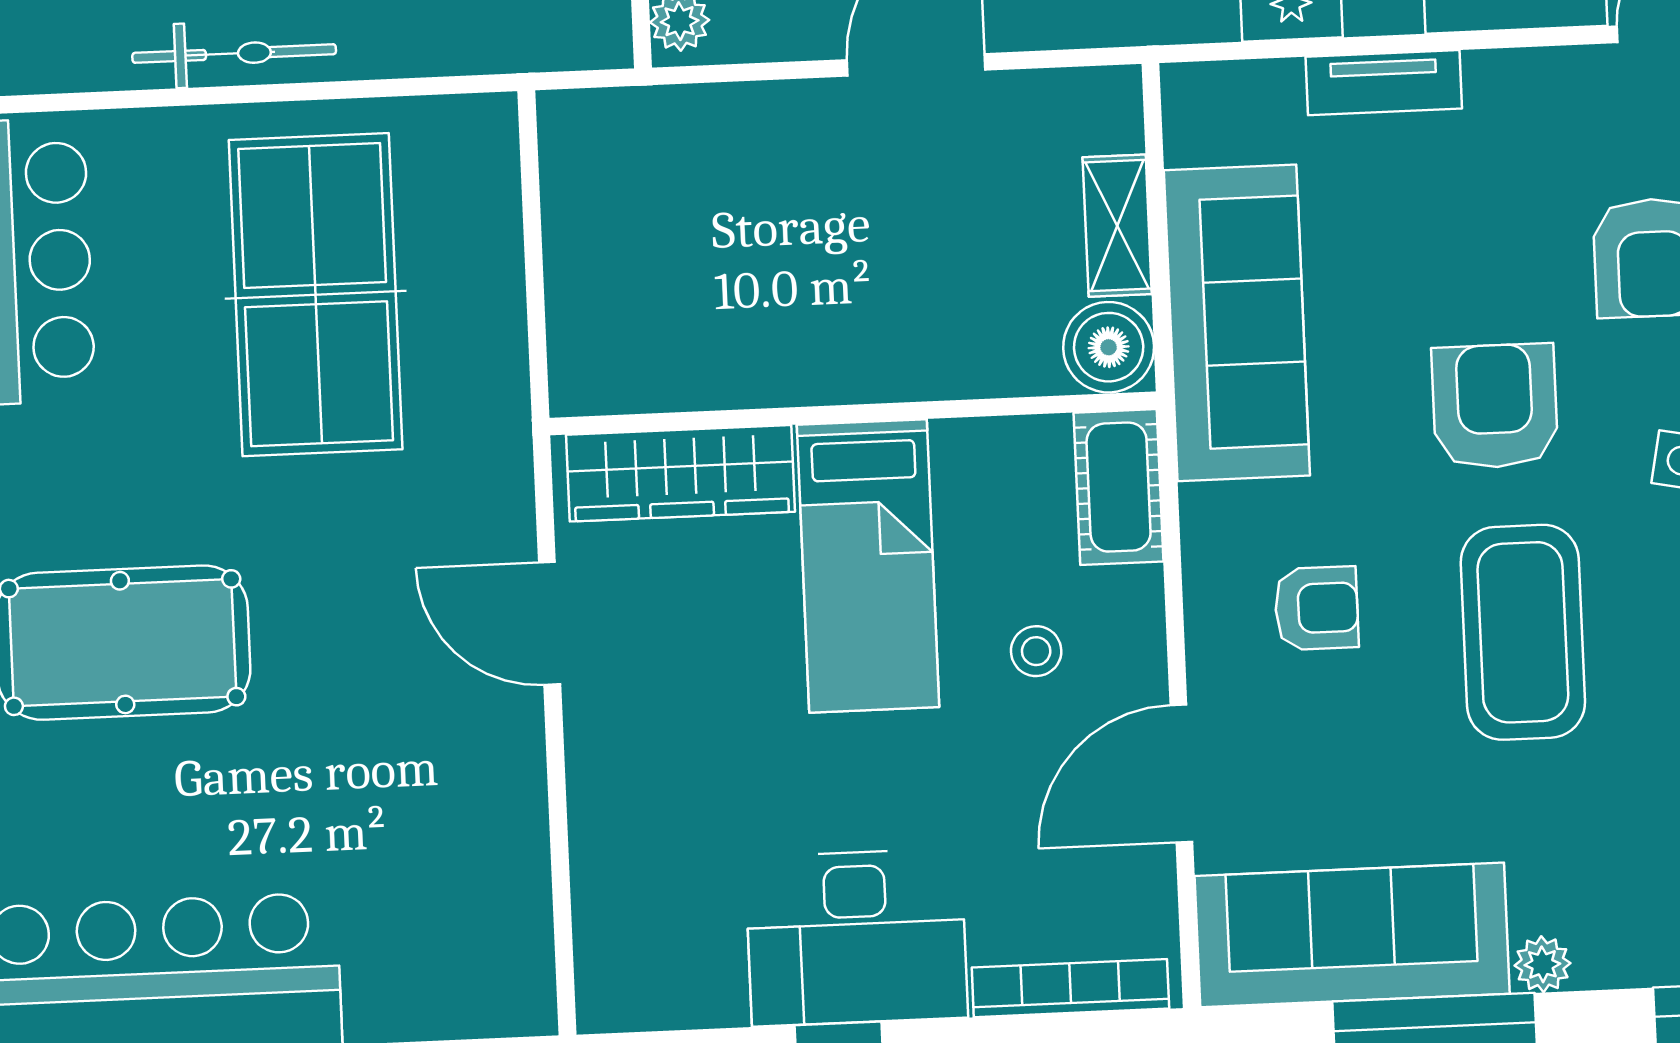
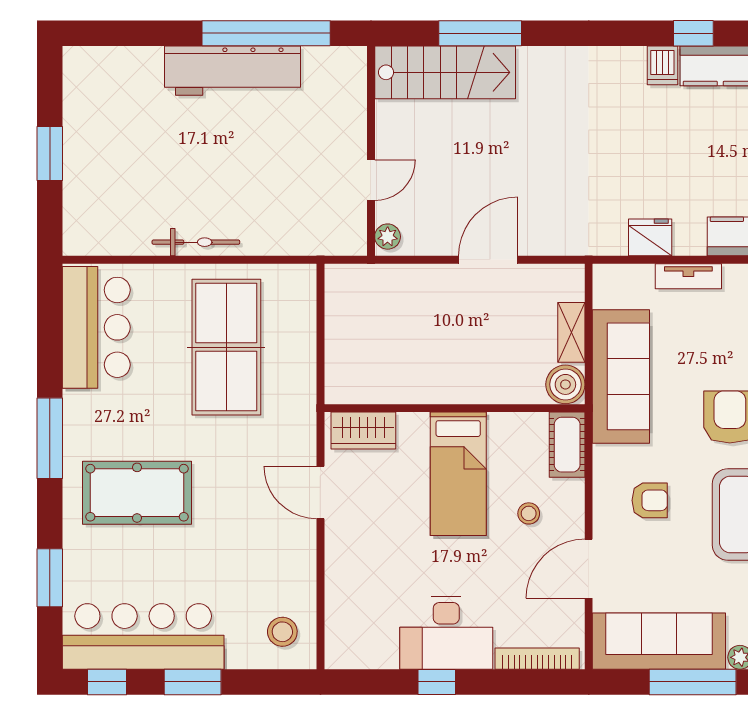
wardrobe: (680, 473) -> (363, 431), width x0.67
stool: (475, 952) -> (282, 632), added

